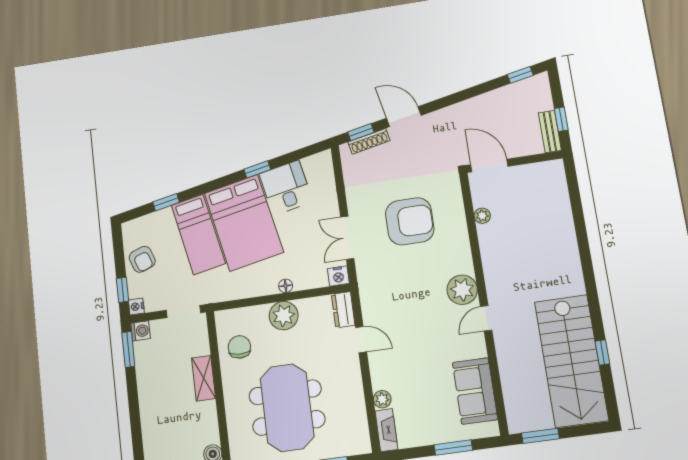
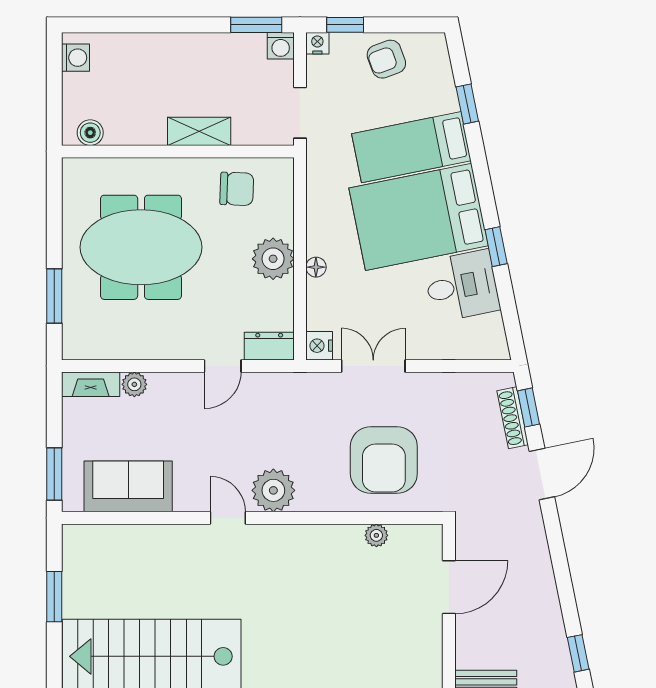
plant: (482, 216) -> (376, 535), moved
plant: (462, 290) -> (273, 490), moved
wall: (483, 301) -> (252, 518), moved
door: (486, 318) -> (228, 518), moved
sofa: (475, 391) -> (128, 486), moved

